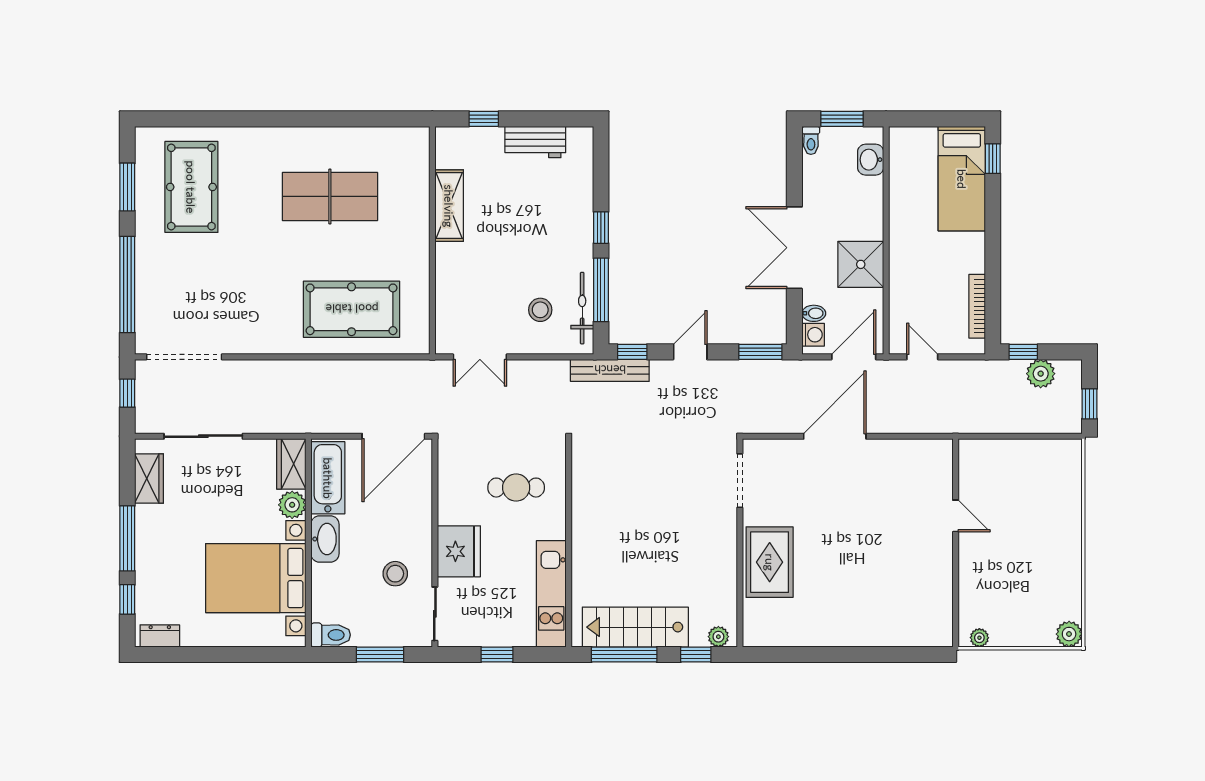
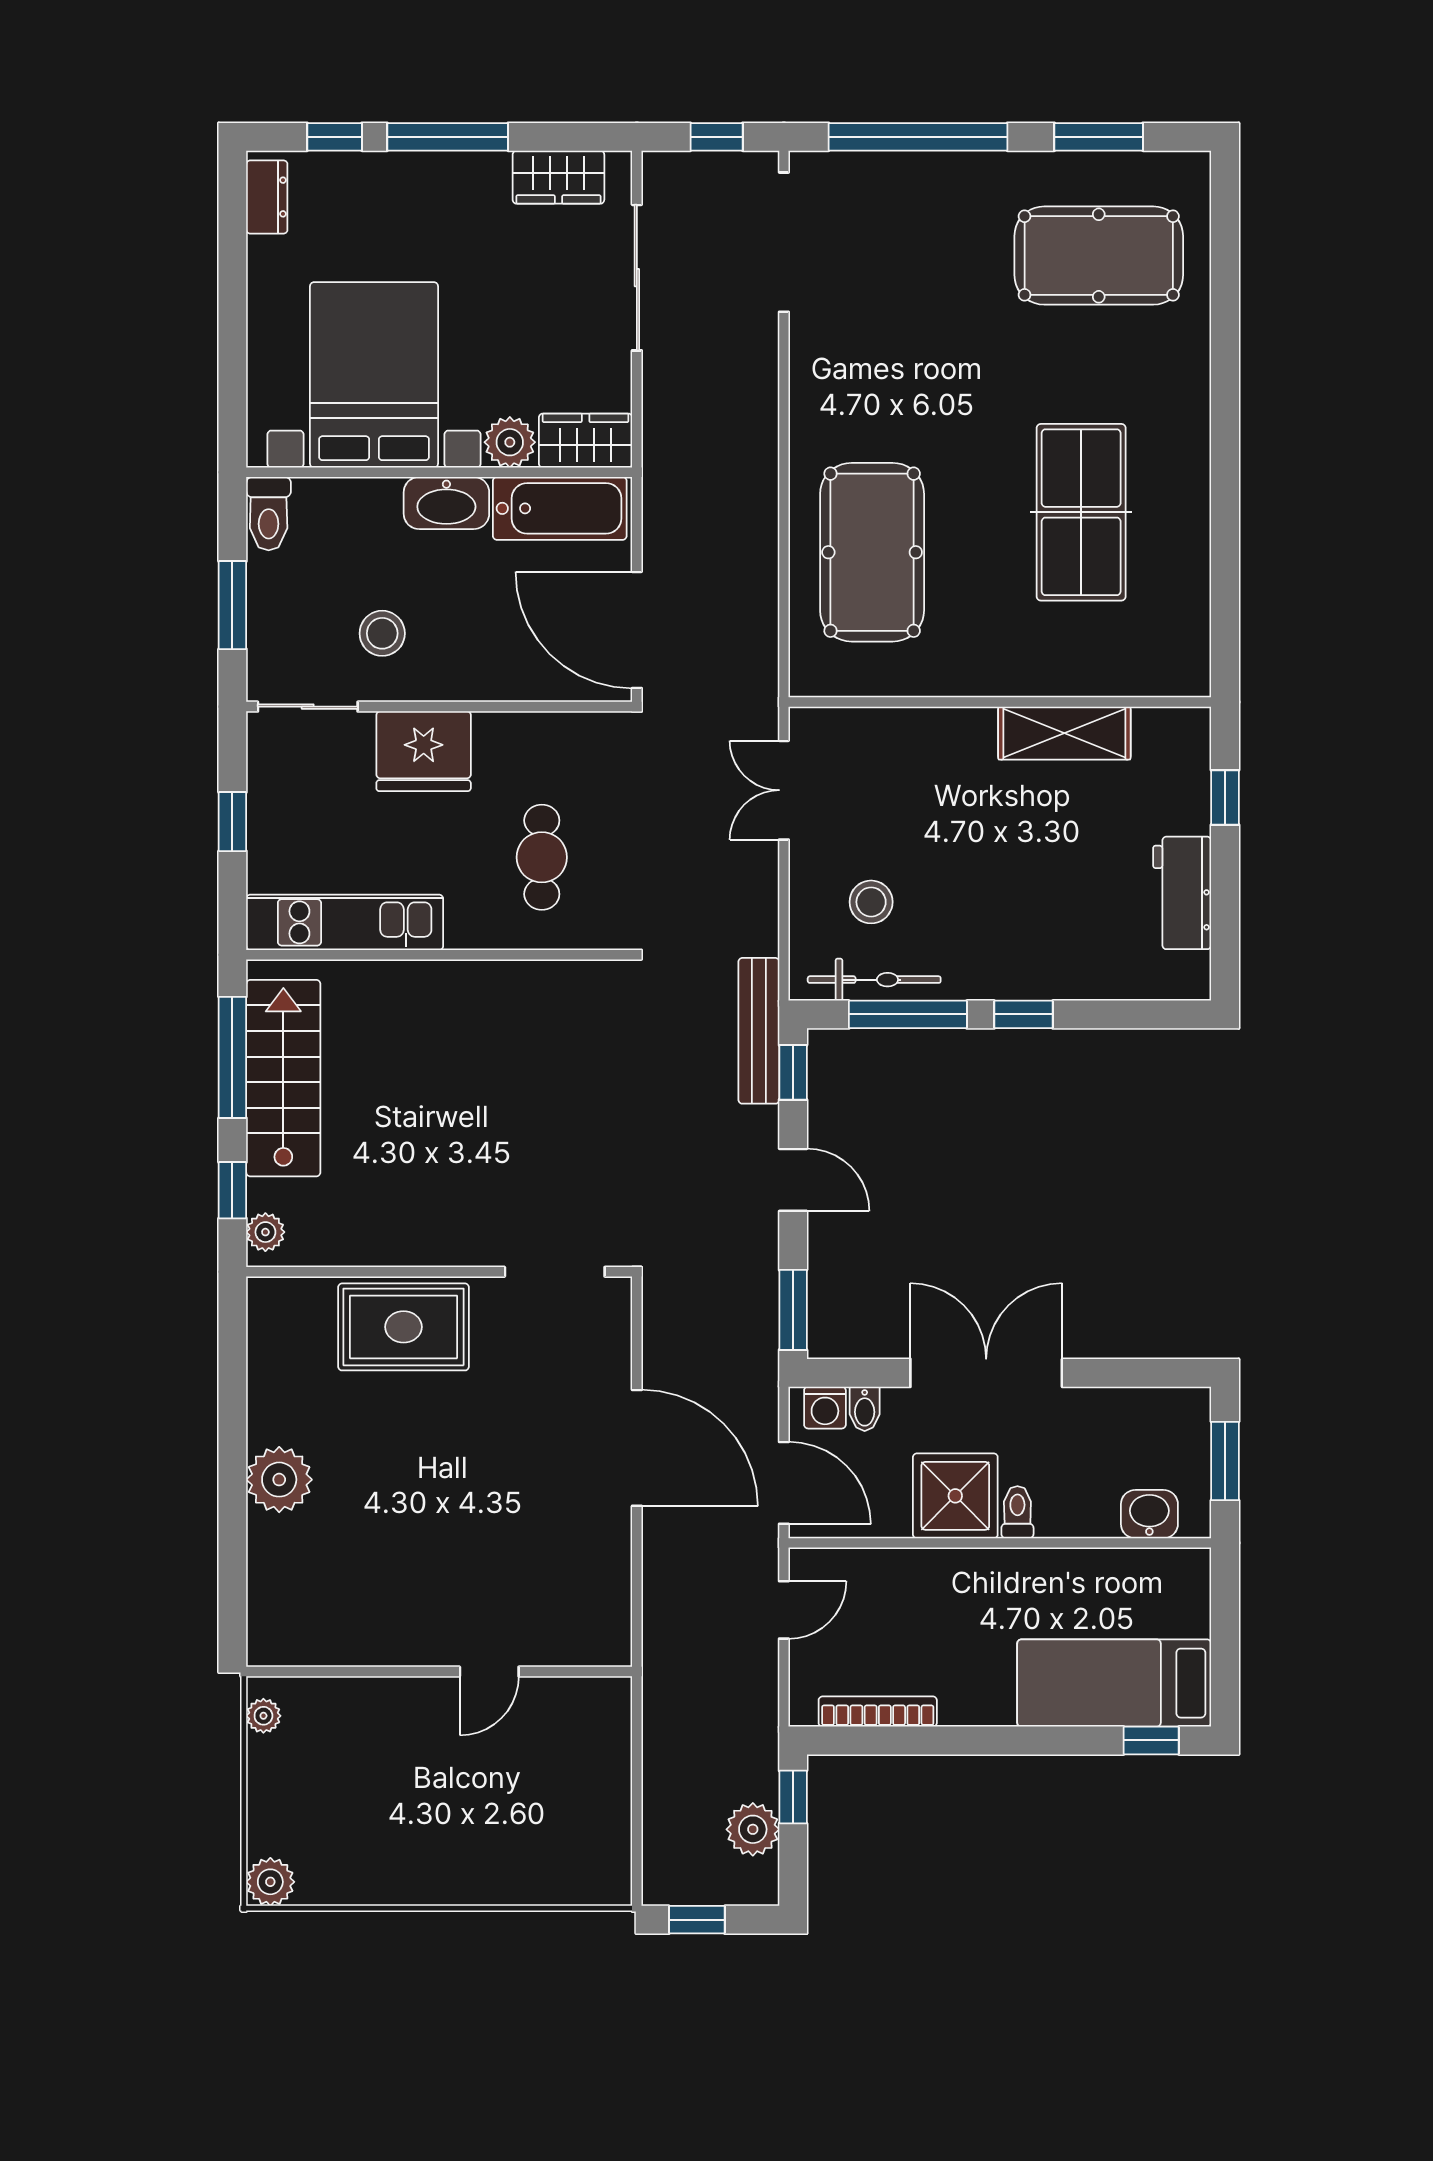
toilet: (811, 140) -> (1017, 1512), moved, turned 90
plant: (852, 629) -> (279, 1480), added

